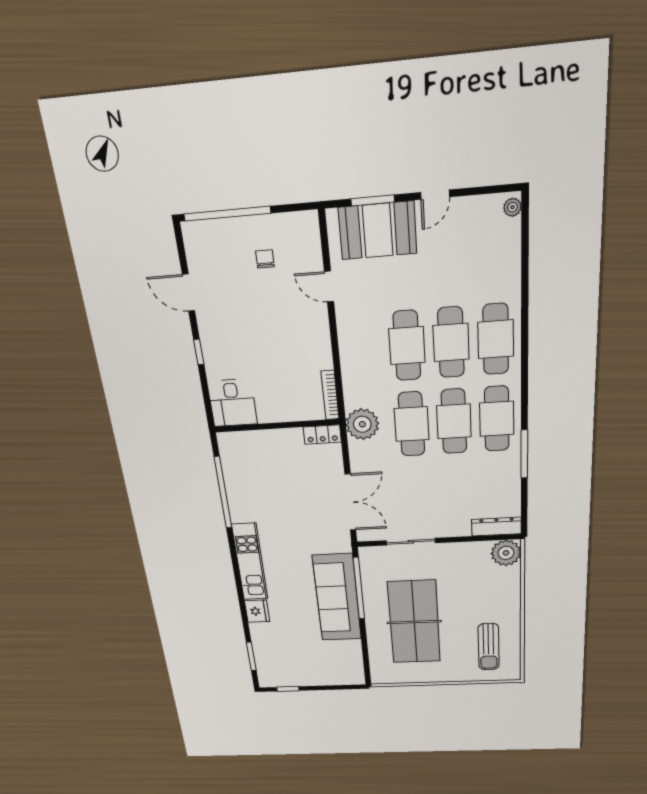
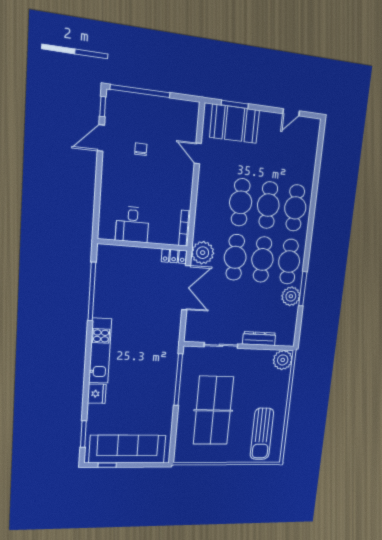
door: (435, 195) -> (291, 112), moved
plant: (512, 207) -> (291, 296), moved, width x1.88, depth x1.88
chair: (265, 259) -> (141, 149), moved
door: (189, 293) -> (101, 138), hinge flipped
window: (199, 352) -> (103, 107), moved
desk: (232, 403) -> (132, 225), moved
double door: (350, 502) -> (186, 288), moved
dresser: (496, 527) -> (259, 339), moved
sofa: (337, 598) -> (128, 449), moved, turned 90
sun lounger: (489, 647) -> (262, 434), width x1.36, depth x1.34

